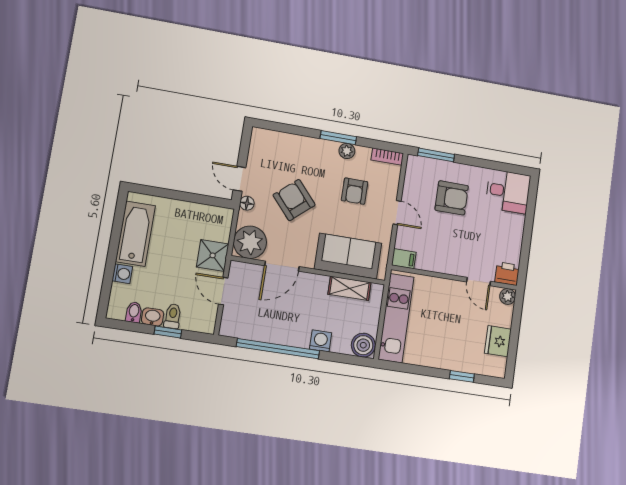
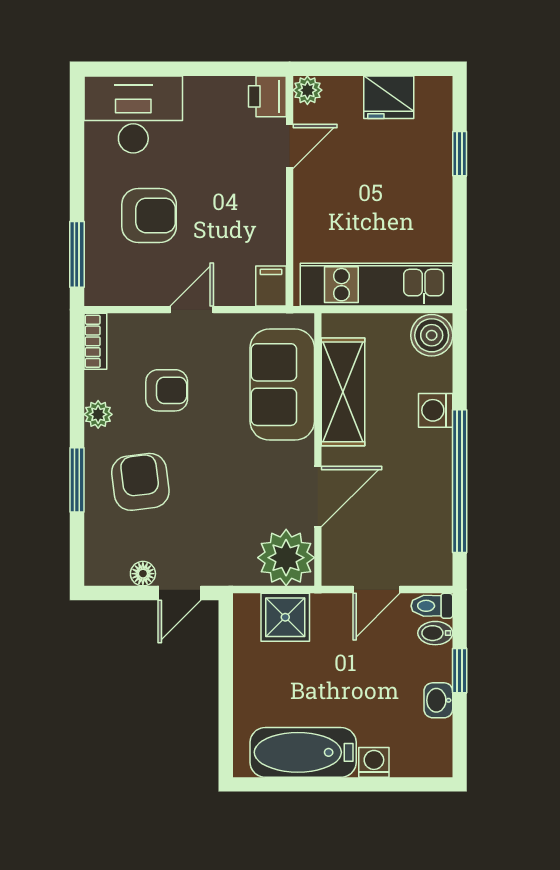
window: (338, 138) -> (77, 480), moved
desk: (508, 191) -> (133, 114), width x1.37
armchair: (452, 198) -> (149, 215), turned 90
armchair: (294, 200) -> (140, 482), moved, turned 124
floor lamp: (247, 203) -> (143, 574), moved
shower: (213, 255) -> (285, 617), moved
door: (282, 266) -> (318, 497), hinge flipped
shelving: (349, 288) -> (343, 392), width x1.50, depth x1.33
bidet: (134, 312) -> (435, 633), moved
toilet: (173, 316) -> (432, 606), moved

